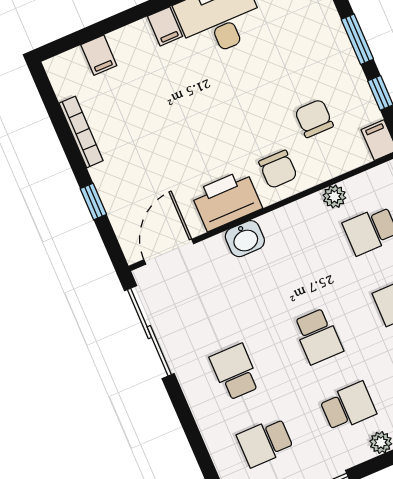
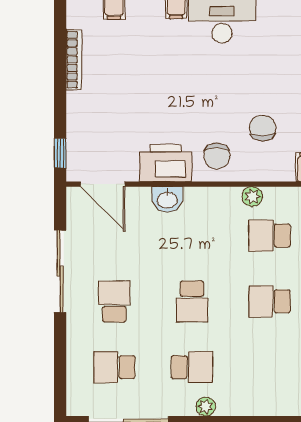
window: (93, 202) -> (60, 153), moved
door: (169, 252) -> (103, 184), swing flipped
sliding door: (149, 332) -> (60, 271), moved

